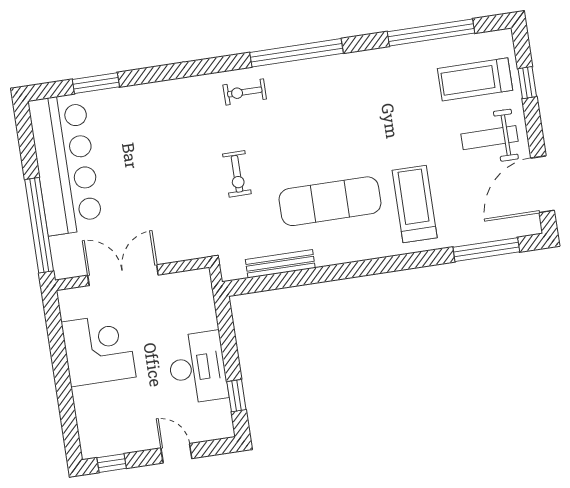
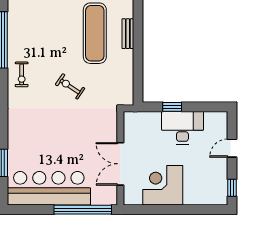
exercise bike: (237, 174) -> (70, 86), turned -146
bench: (280, 264) -> (128, 34), moved, width x0.73
window: (236, 396) -> (172, 107), moved

